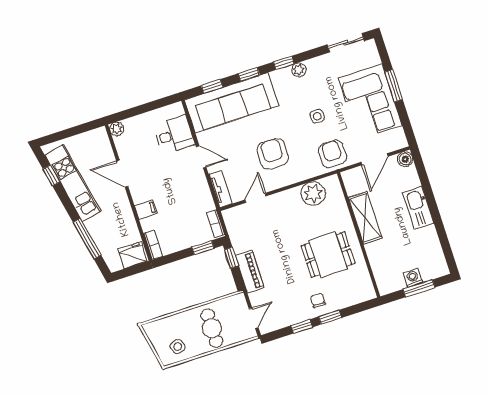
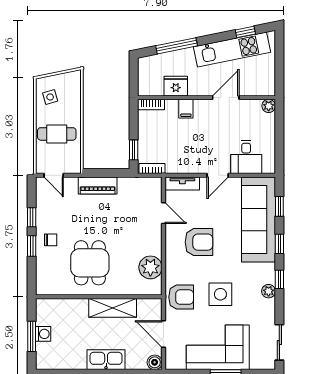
side table: (317, 116) -> (220, 294), width x1.87, depth x1.87
fridge: (133, 255) -> (176, 86), moved, turned -90
window: (231, 258) -> (116, 173), removed

